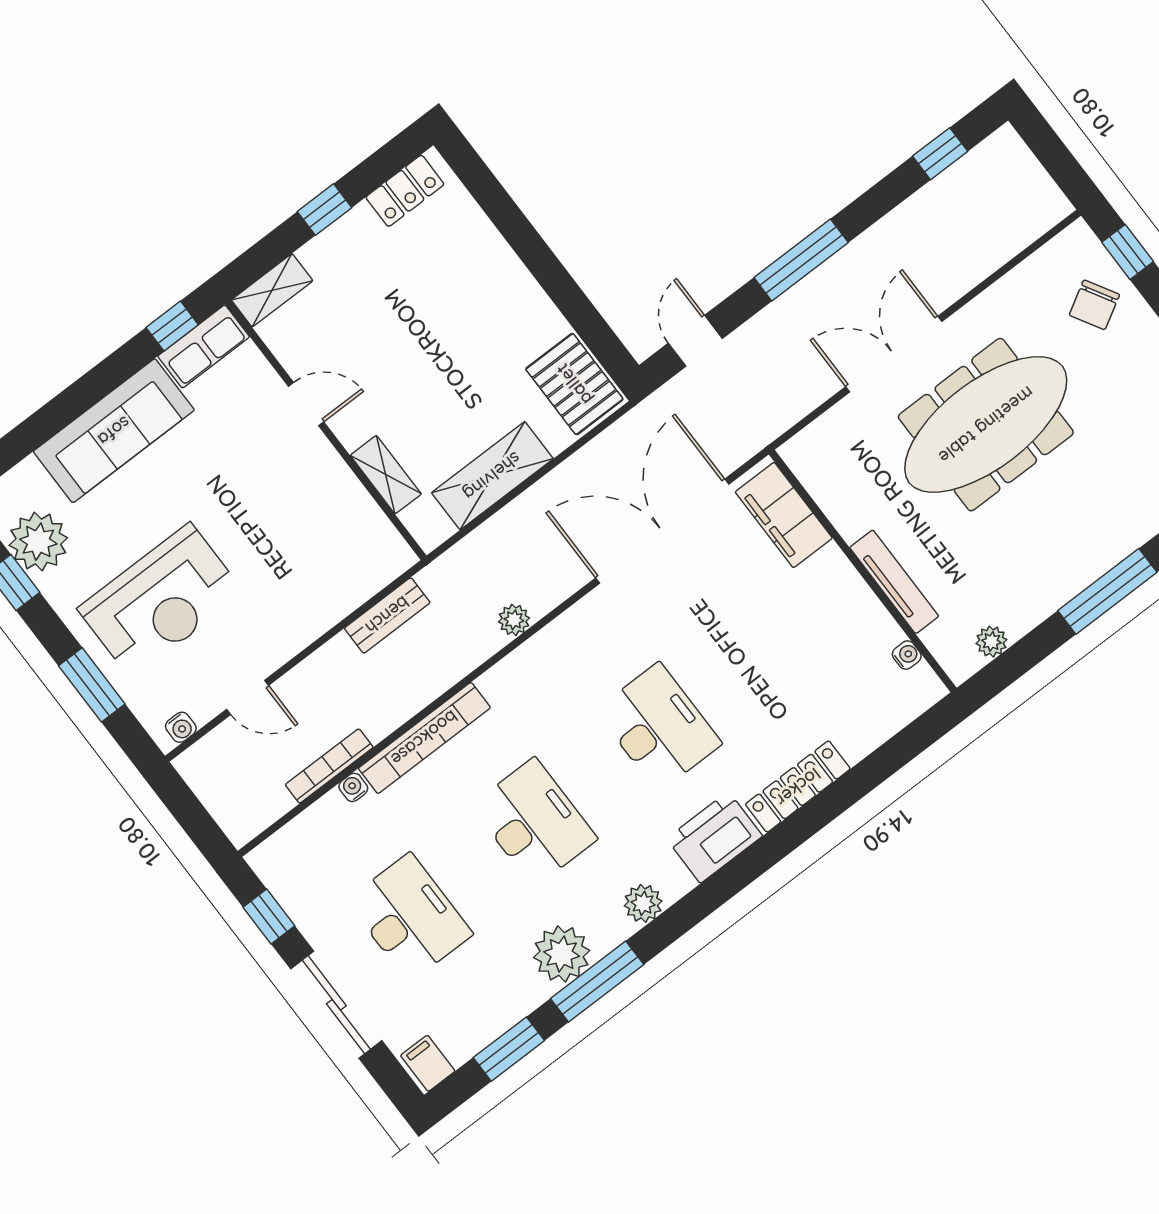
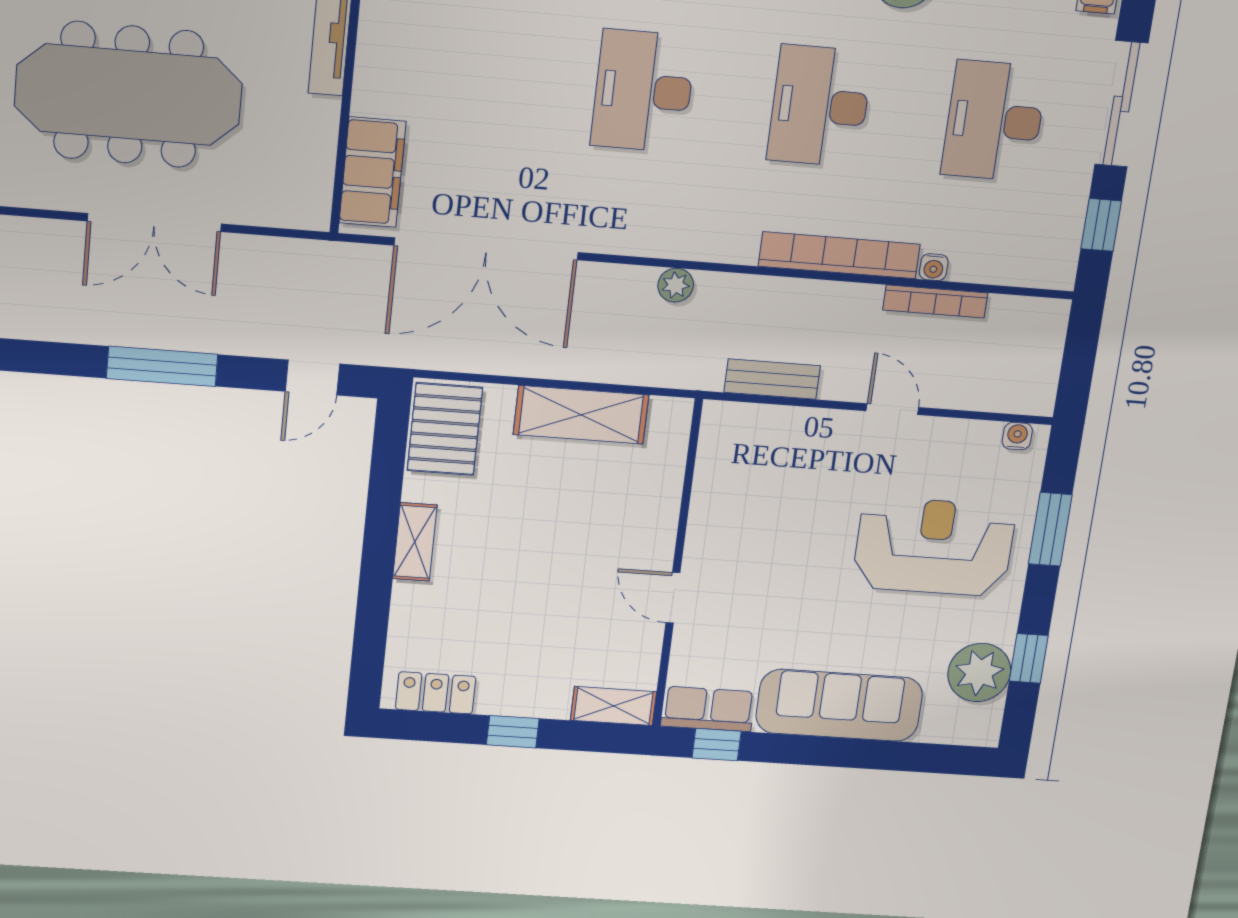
shelving: (386, 475) -> (415, 542), moved
door: (248, 697) -> (892, 409), moved

